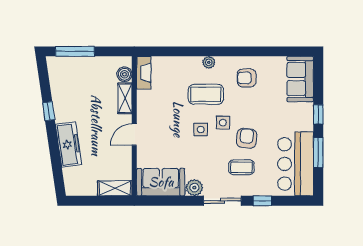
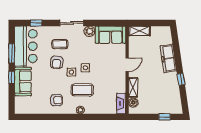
window: (75, 51) -> (164, 117), width x0.46
sofa: (300, 79) -> (23, 81), moved
window: (262, 201) -> (36, 23), moved

